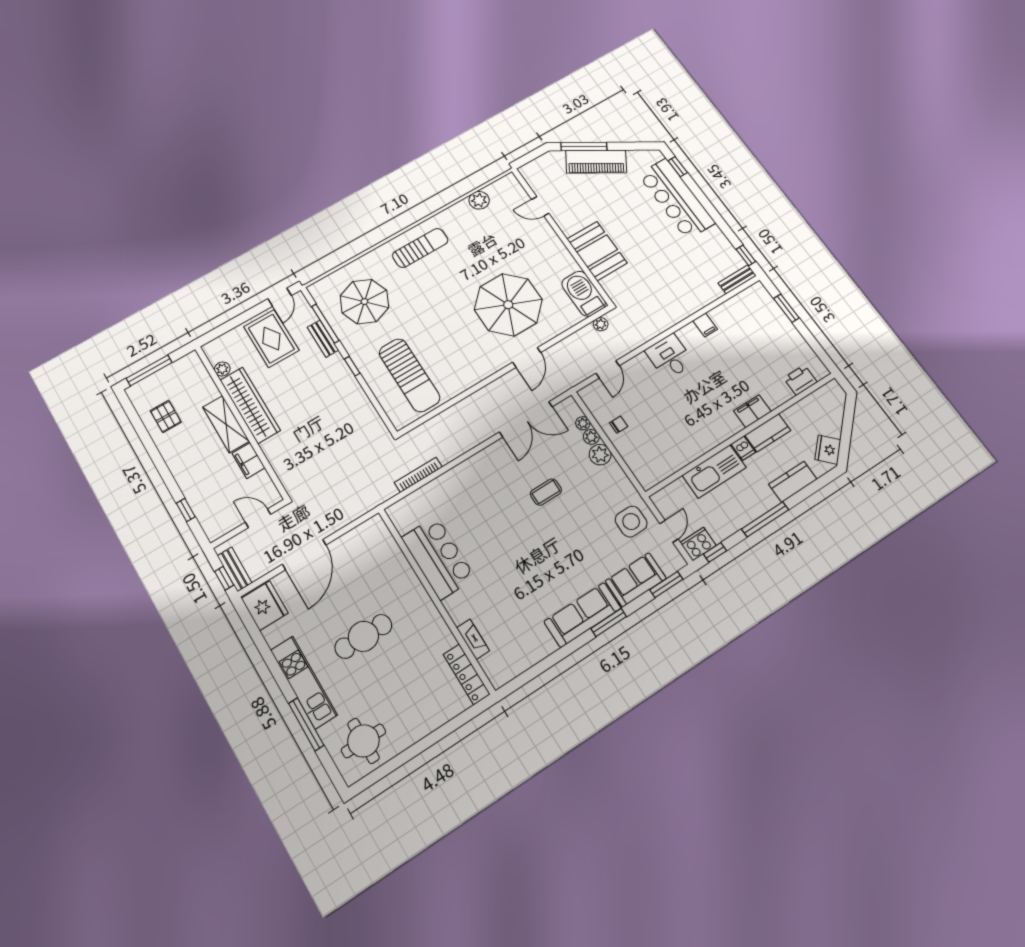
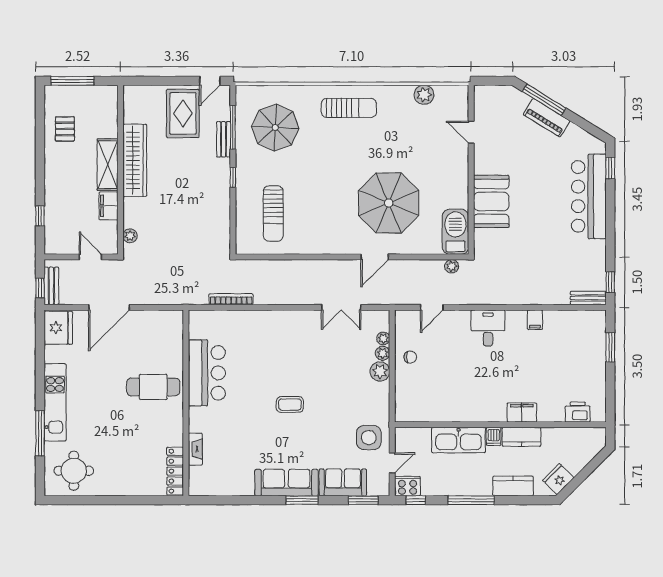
piano: (596, 162) -> (547, 118), width x0.73, depth x0.75
plant: (222, 369) -> (130, 236), moved
sun lounger: (409, 375) -> (273, 214), width x0.73, depth x0.75
double door: (526, 419) -> (341, 307), width x0.73
coffee table: (546, 492) -> (290, 404), moved
cafe table: (363, 636) -> (153, 387), moved

